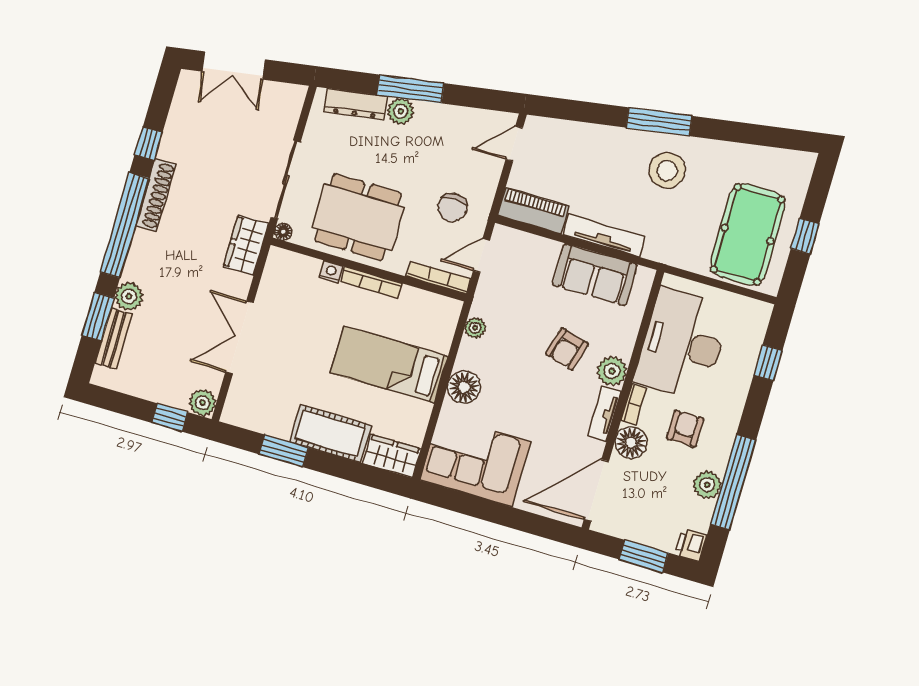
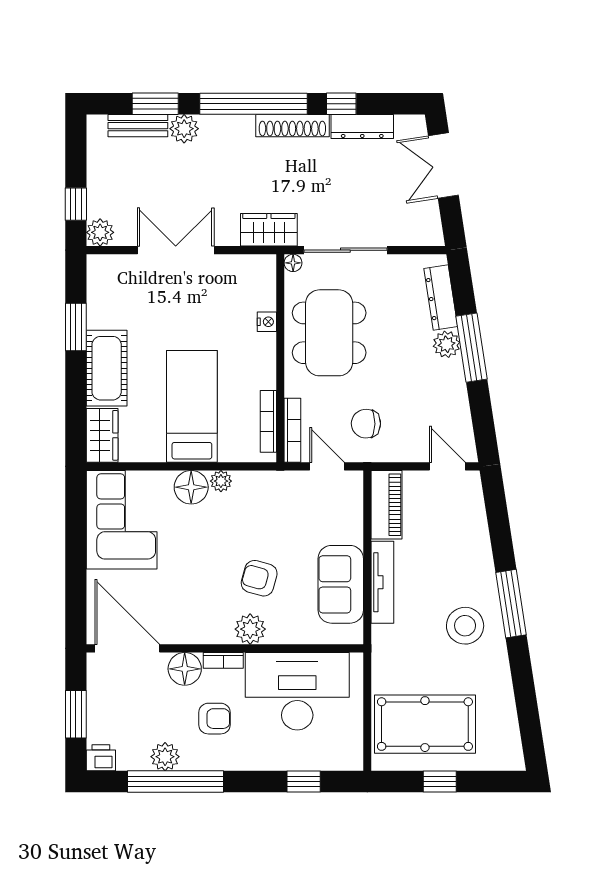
dresser: (175, 130) -> (362, 126), added
bookcase: (371, 282) -> (268, 421), moved
plant: (475, 328) -> (221, 481), moved
tv unit: (604, 414) -> (206, 634), removed

